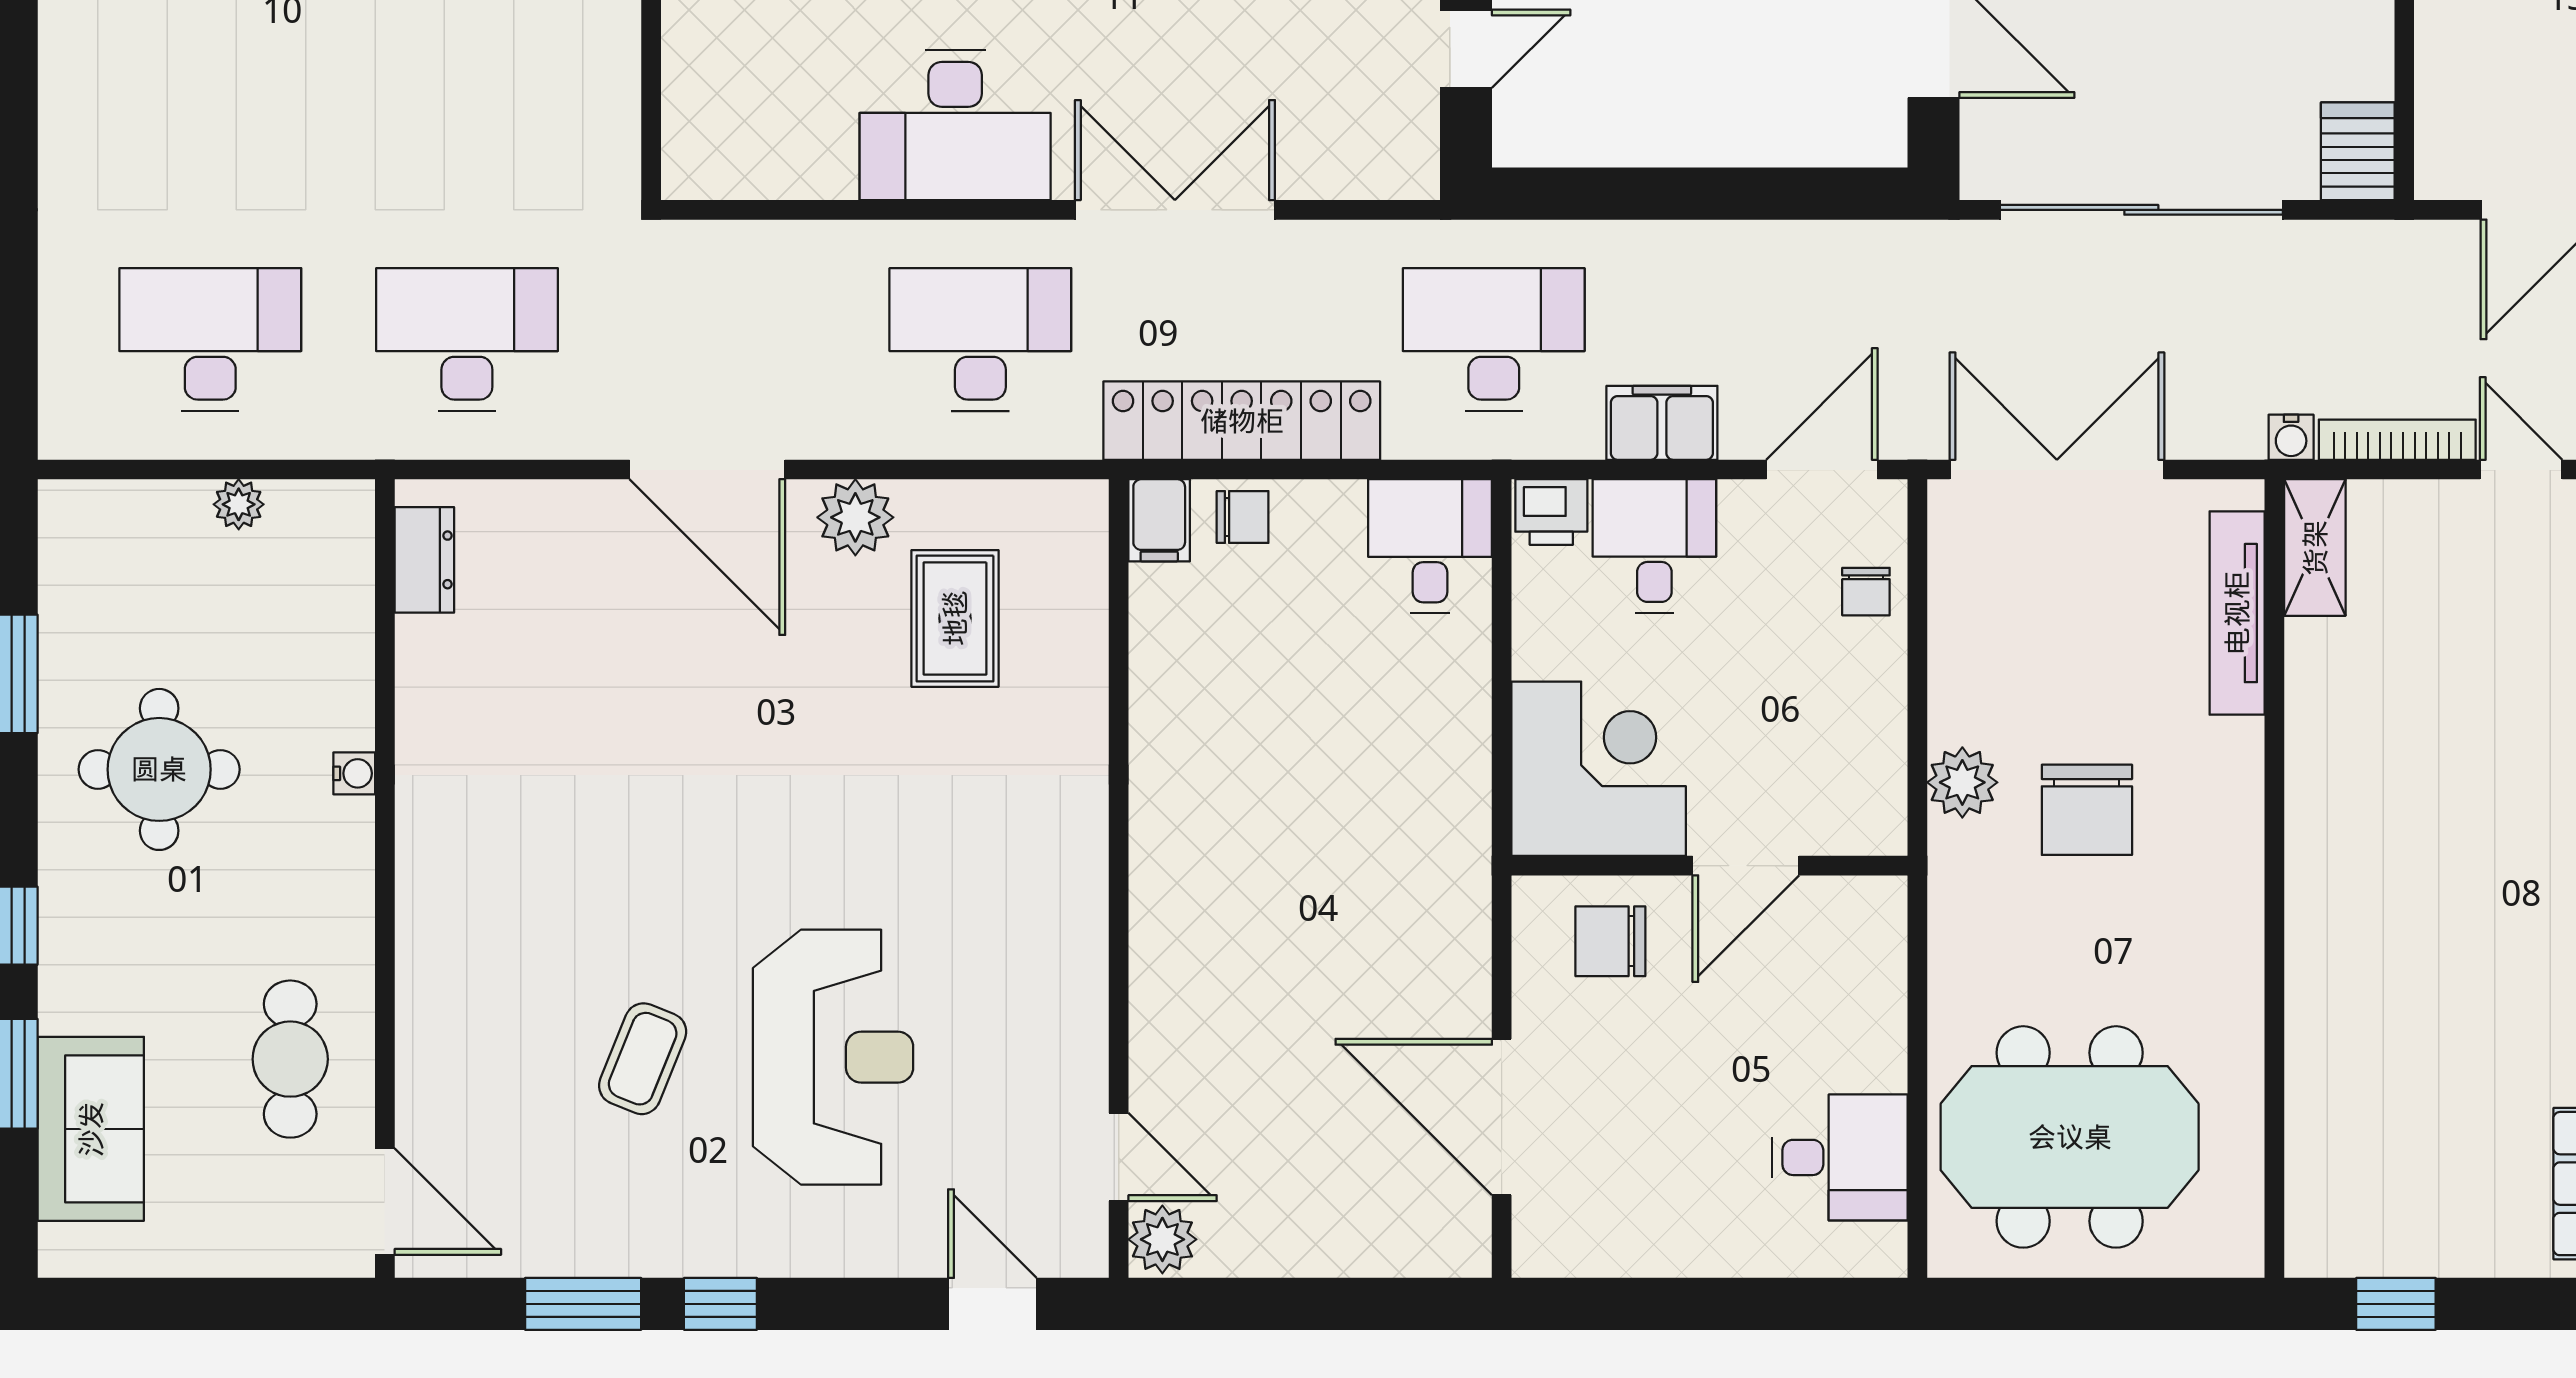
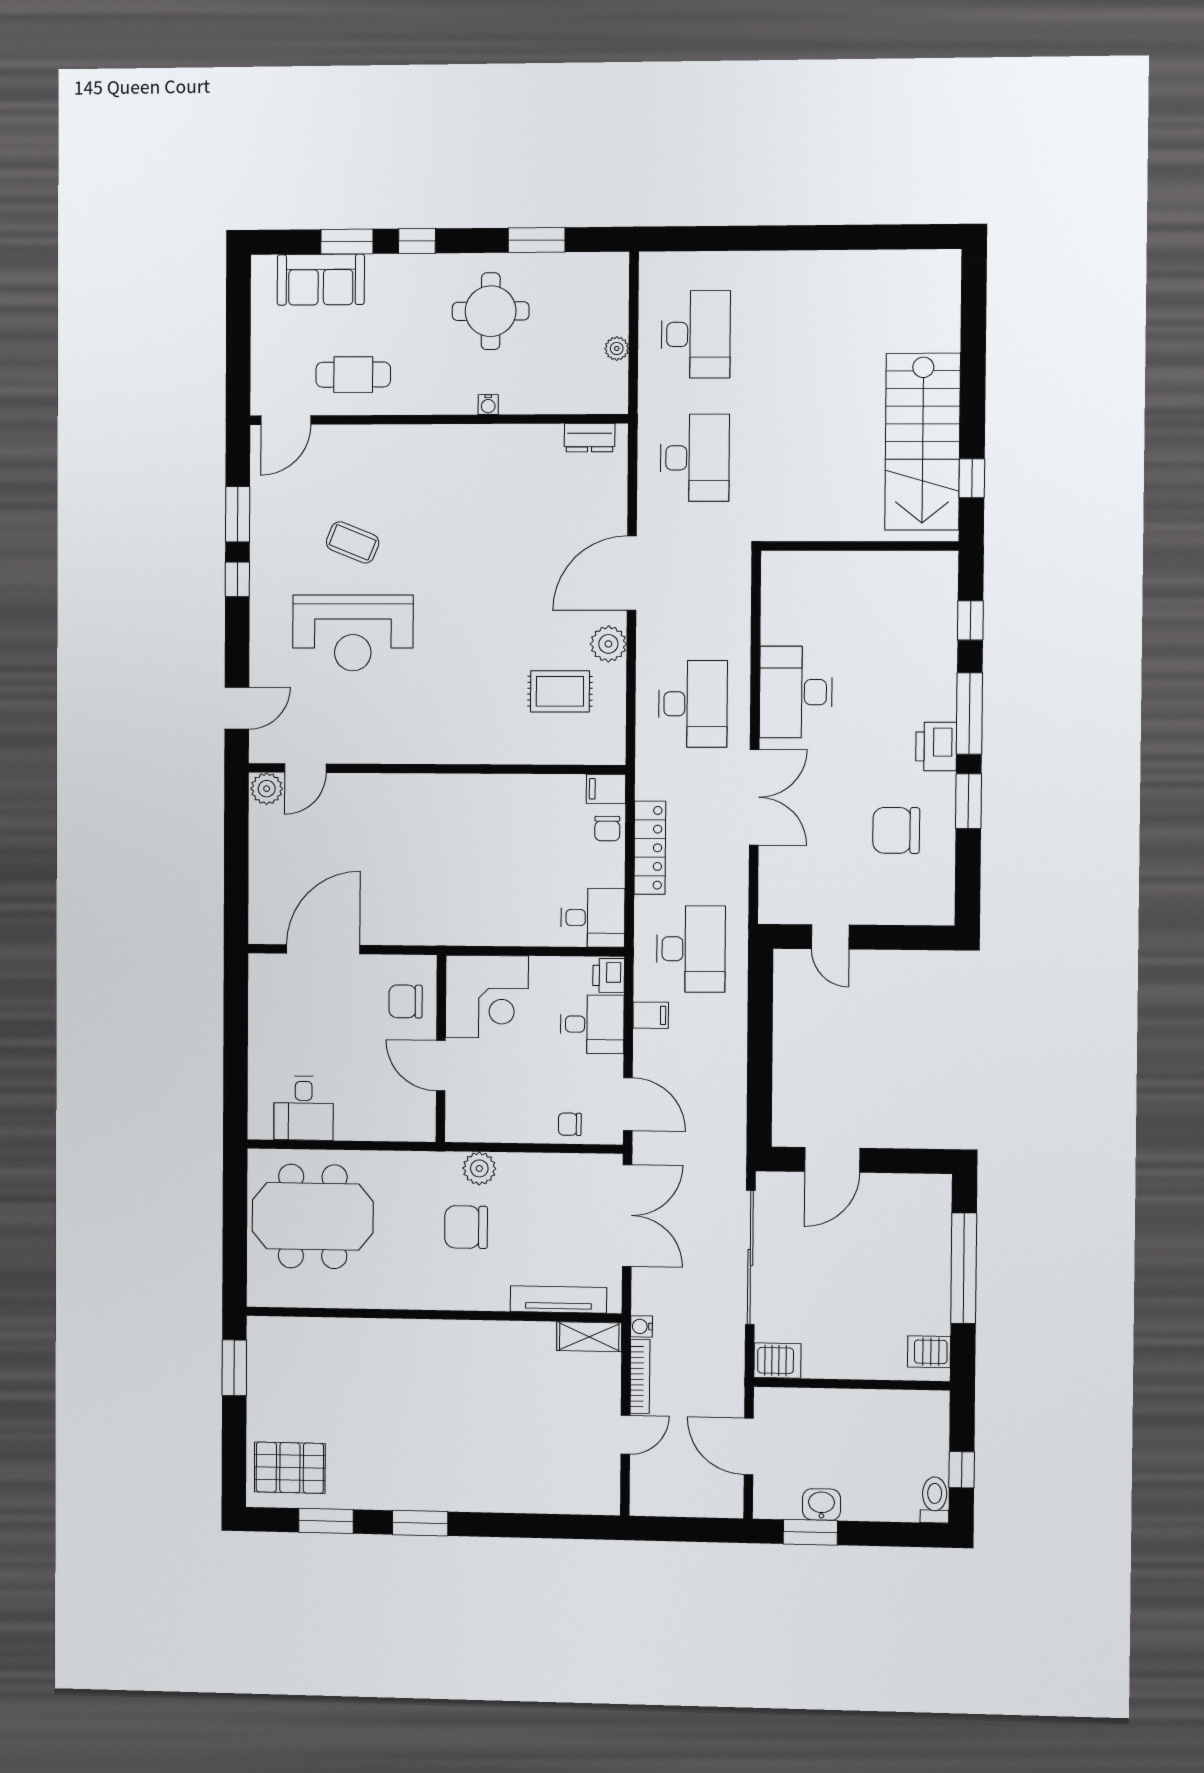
locker: (1242, 421) -> (650, 848), width x0.71, depth x0.83
filing cabinet: (1662, 423) -> (651, 1015), width x0.50
chair: (1610, 941) -> (405, 1001), turned -90
meeting table: (2070, 1137) -> (313, 1216), turned 90
window: (2396, 1304) -> (234, 1368), width x1.50

